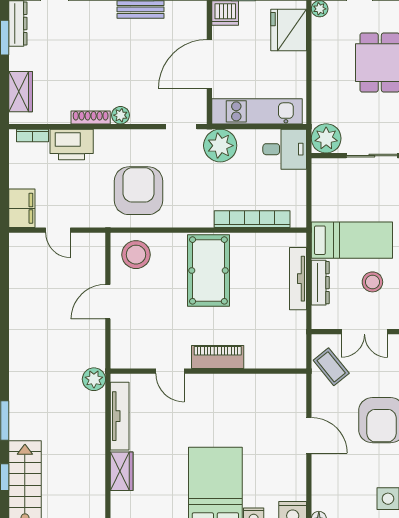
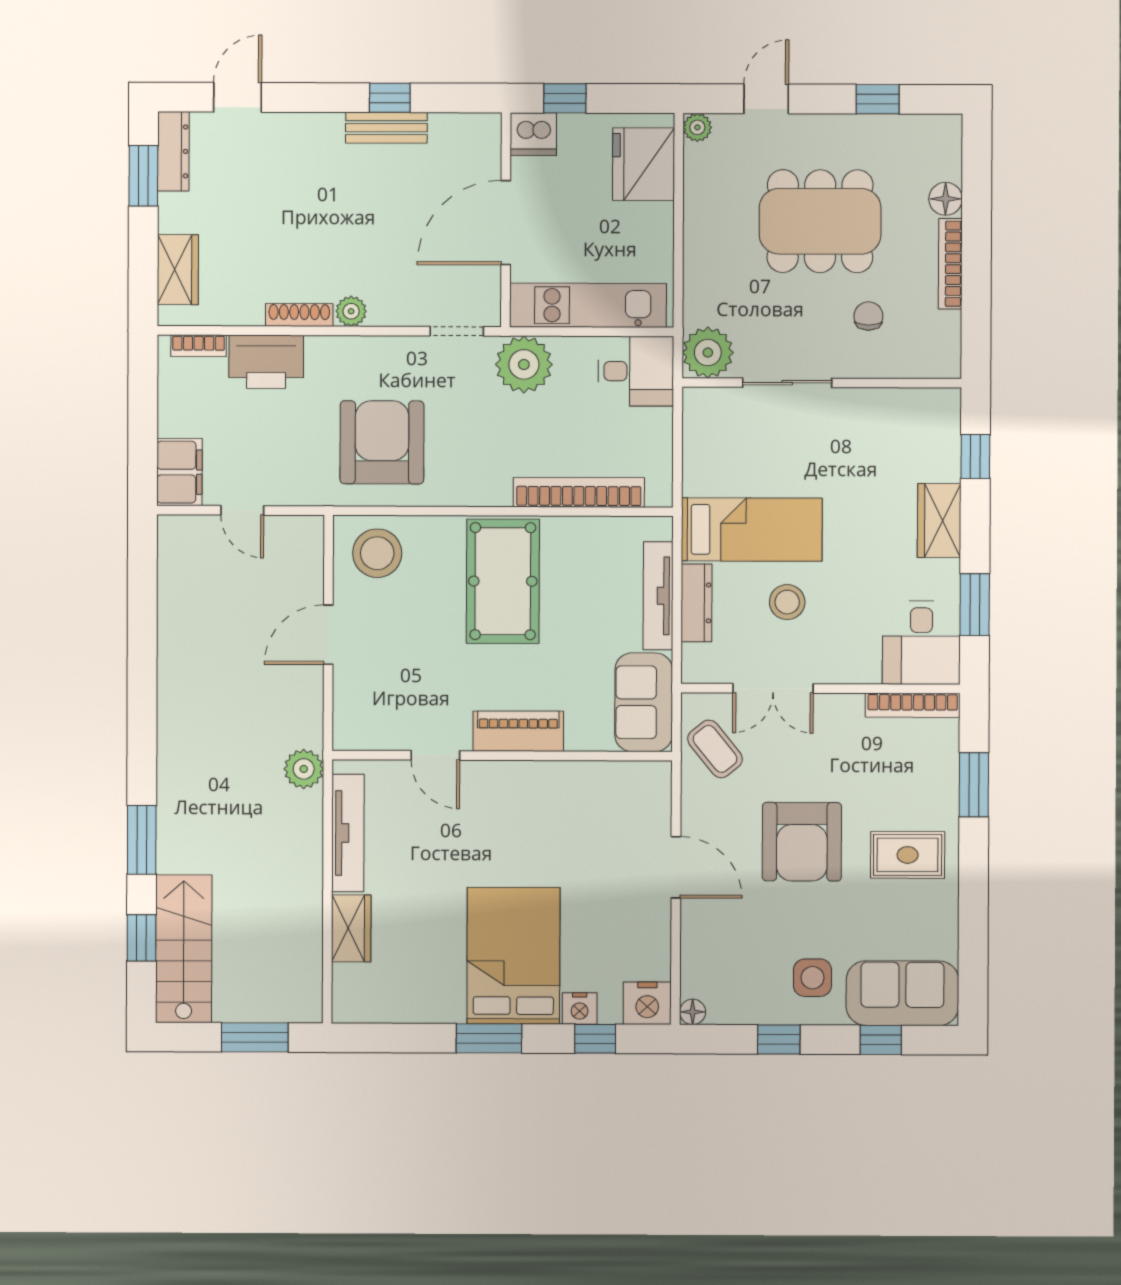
sofa: (290, 340) -> (644, 702), added

